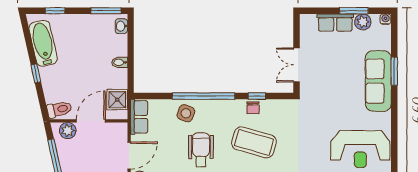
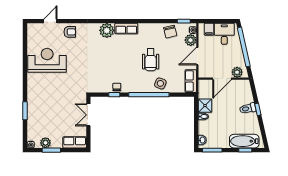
row of seats: (335, 23) -> (75, 142), moved
bathtub: (43, 43) -> (244, 141), moved, turned 103
double door: (297, 65) -> (88, 115), swing flipped
sofa: (378, 81) -> (35, 104), removed
shower: (117, 100) -> (205, 106), moved
toilet: (59, 109) -> (248, 108), moved
coffee table: (254, 142) -> (116, 65), removed

